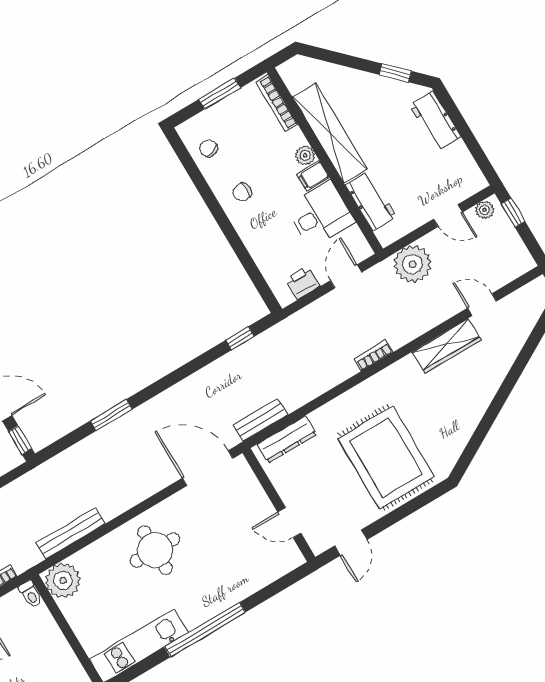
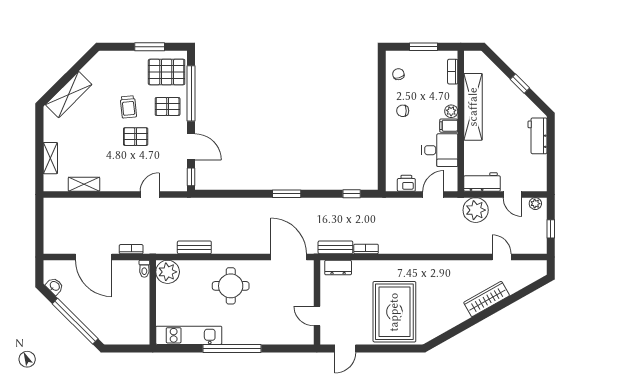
window: (395, 73) -> (520, 84), moved
bookcase: (277, 103) -> (453, 72), width x0.64
workbench: (371, 201) -> (482, 182), moved, turned -90
window: (513, 213) -> (551, 229), moved
wardrobe: (447, 346) -> (487, 299), moved, turned 151
bookcase: (373, 355) -> (366, 249), moved
window: (111, 415) -> (287, 194), moved
dresser: (287, 439) -> (338, 268), width x0.70
bench: (71, 533) -> (194, 247), width x0.73

